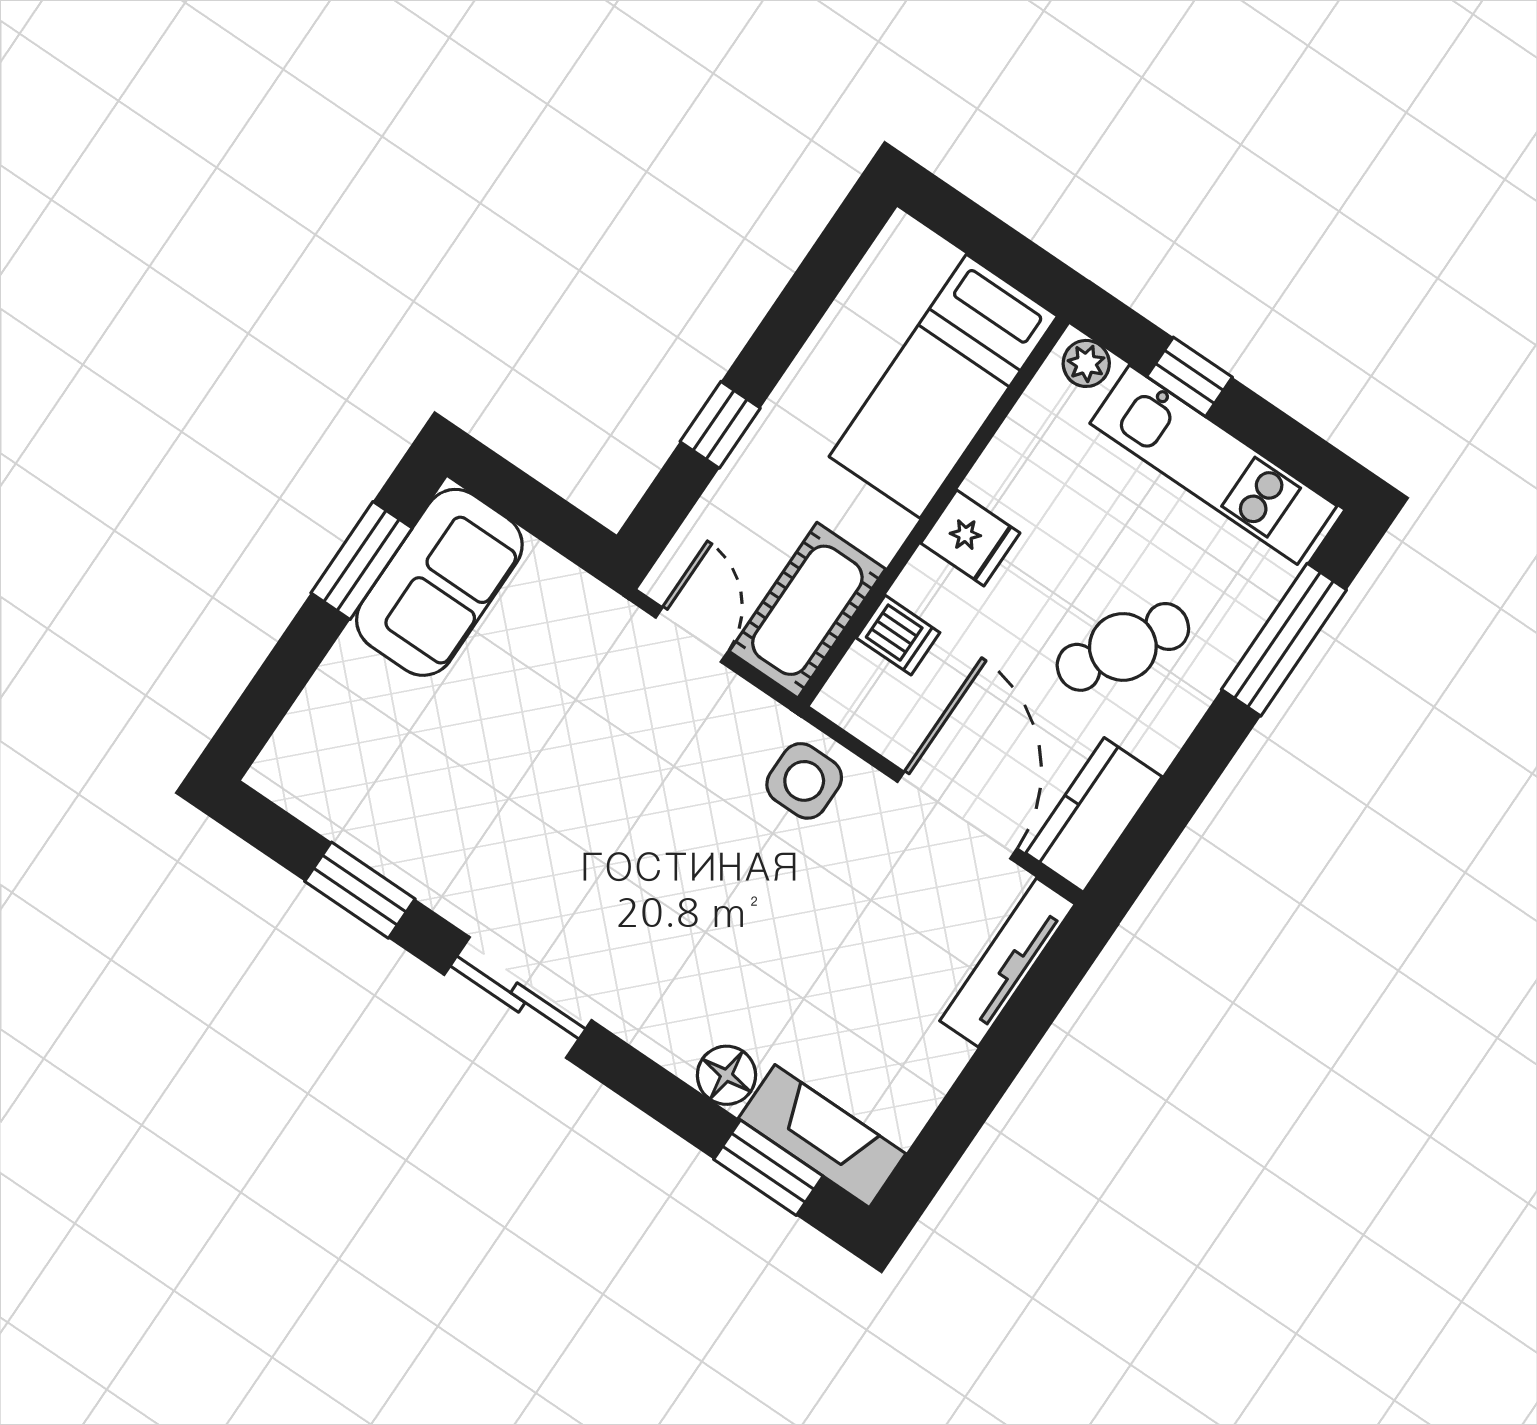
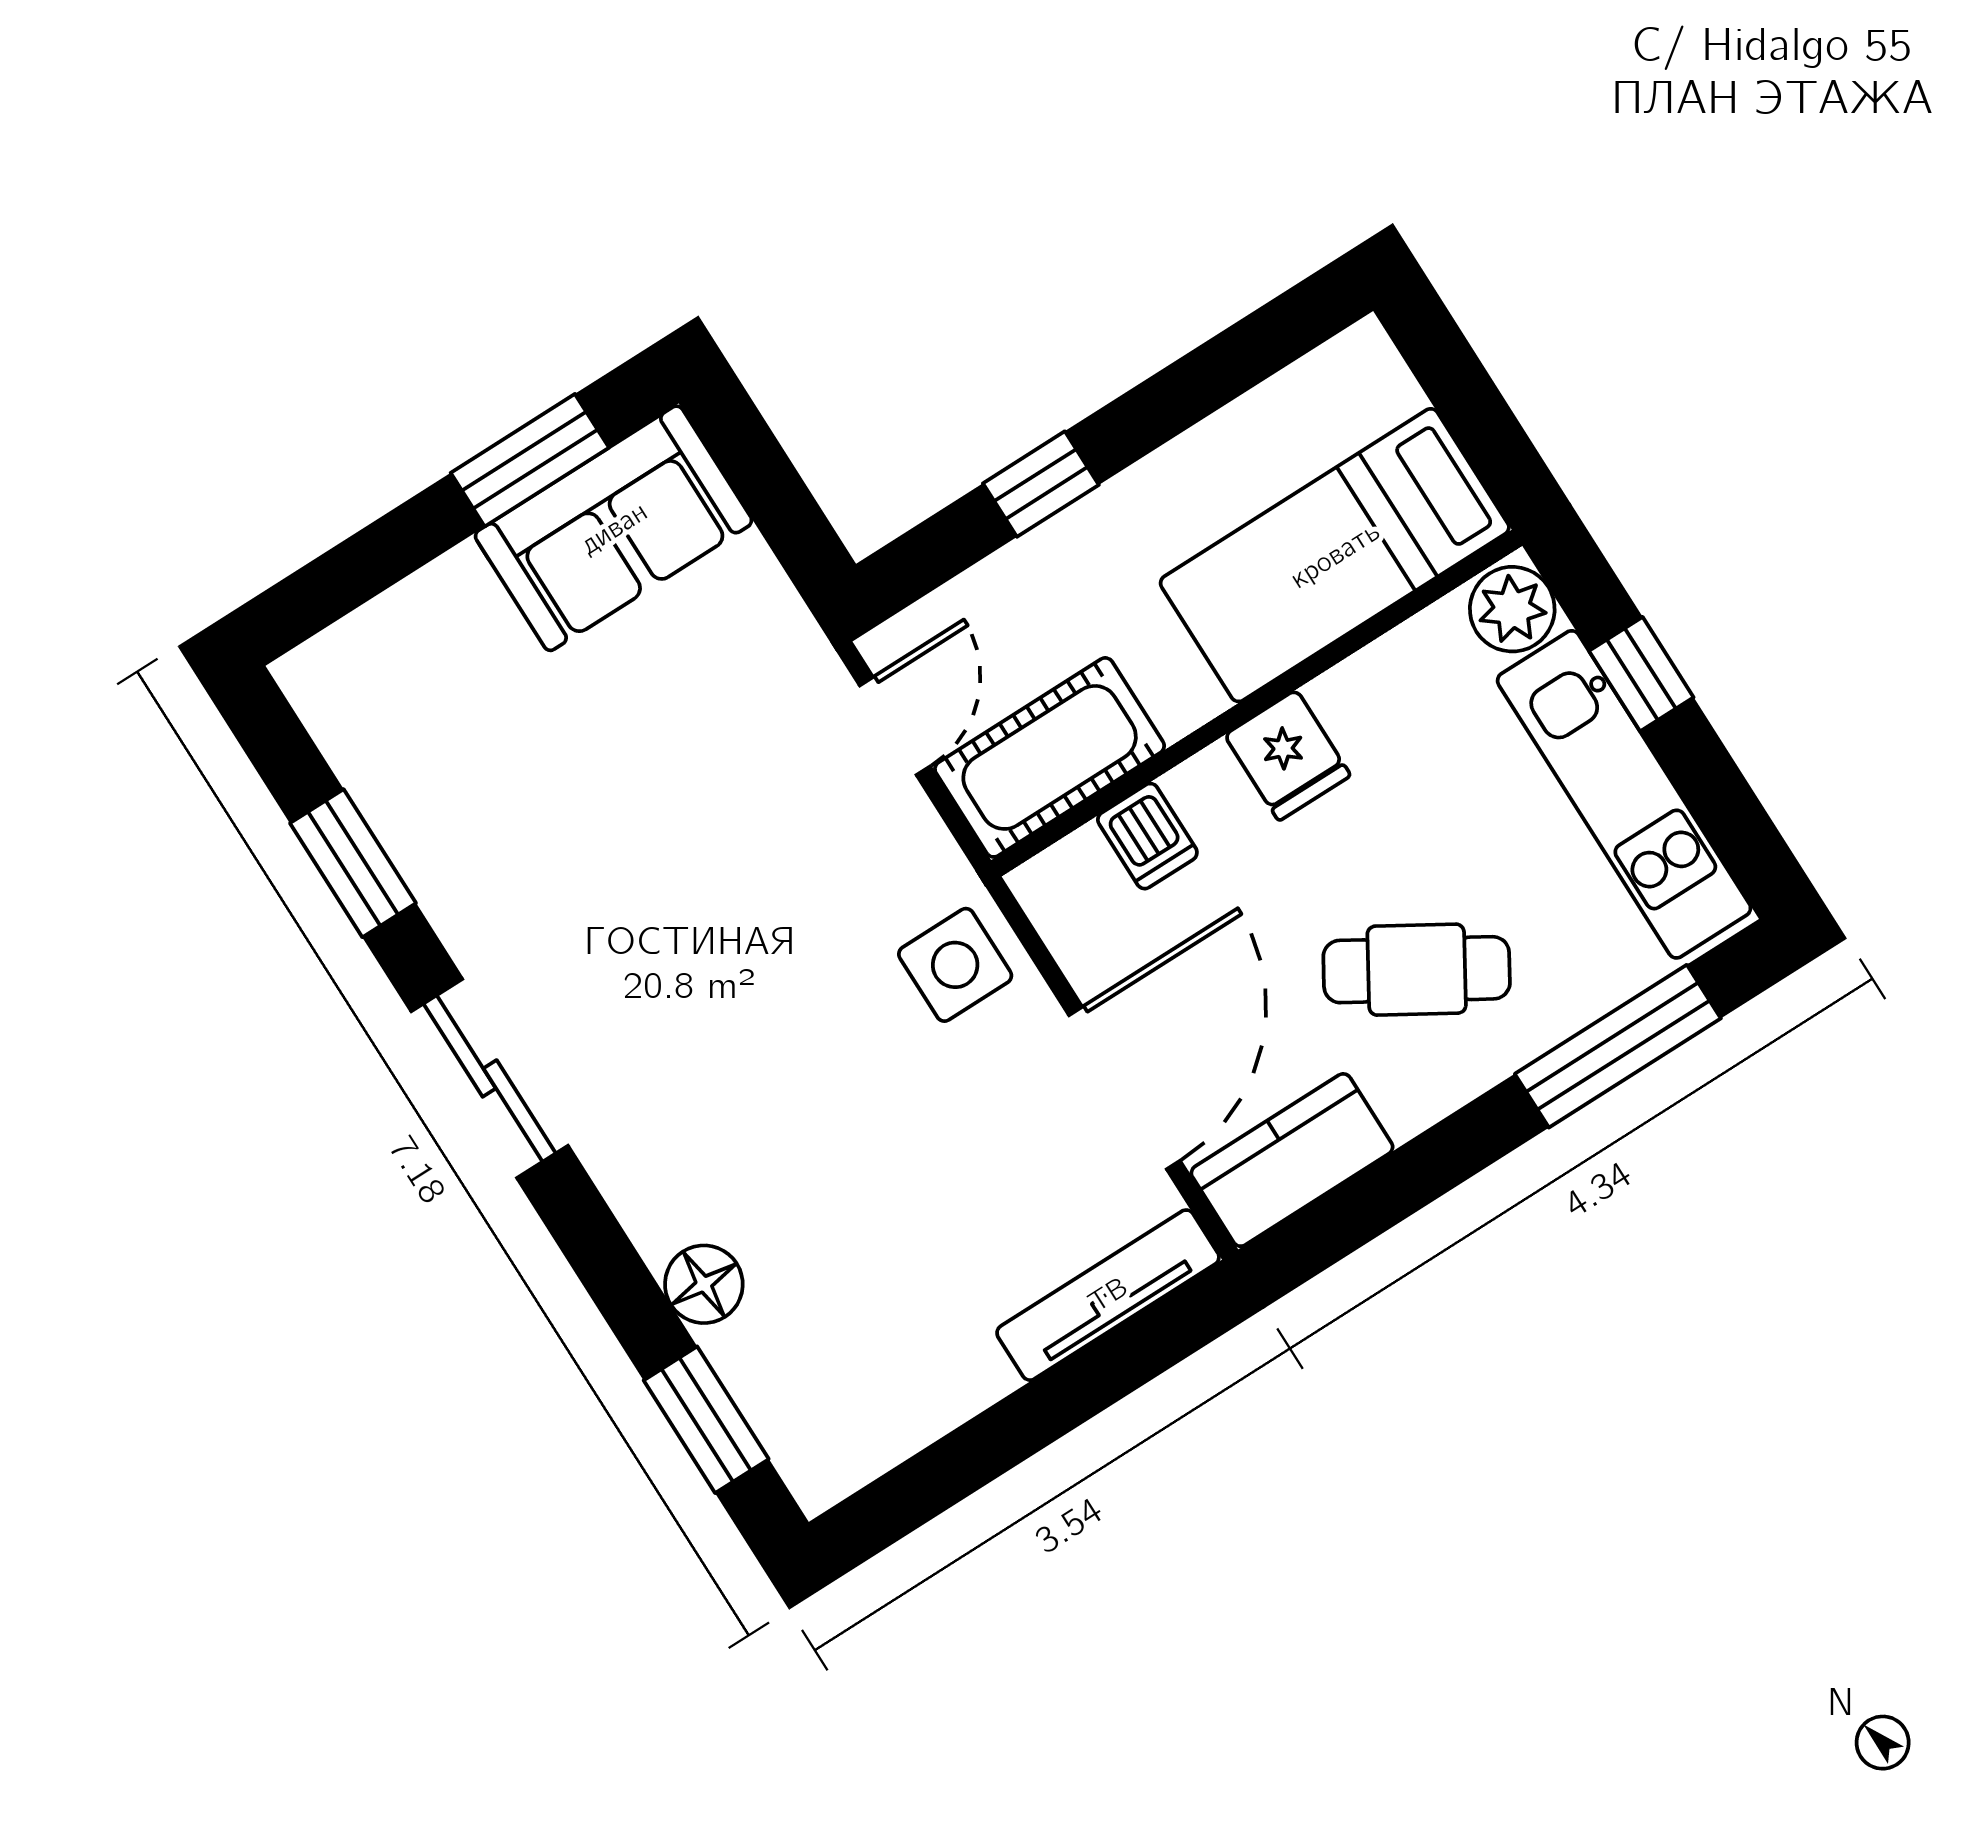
plant: (1086, 363) -> (1512, 609), width x1.38, depth x1.38
fireplace: (822, 1136) -> (789, 1409), removed

